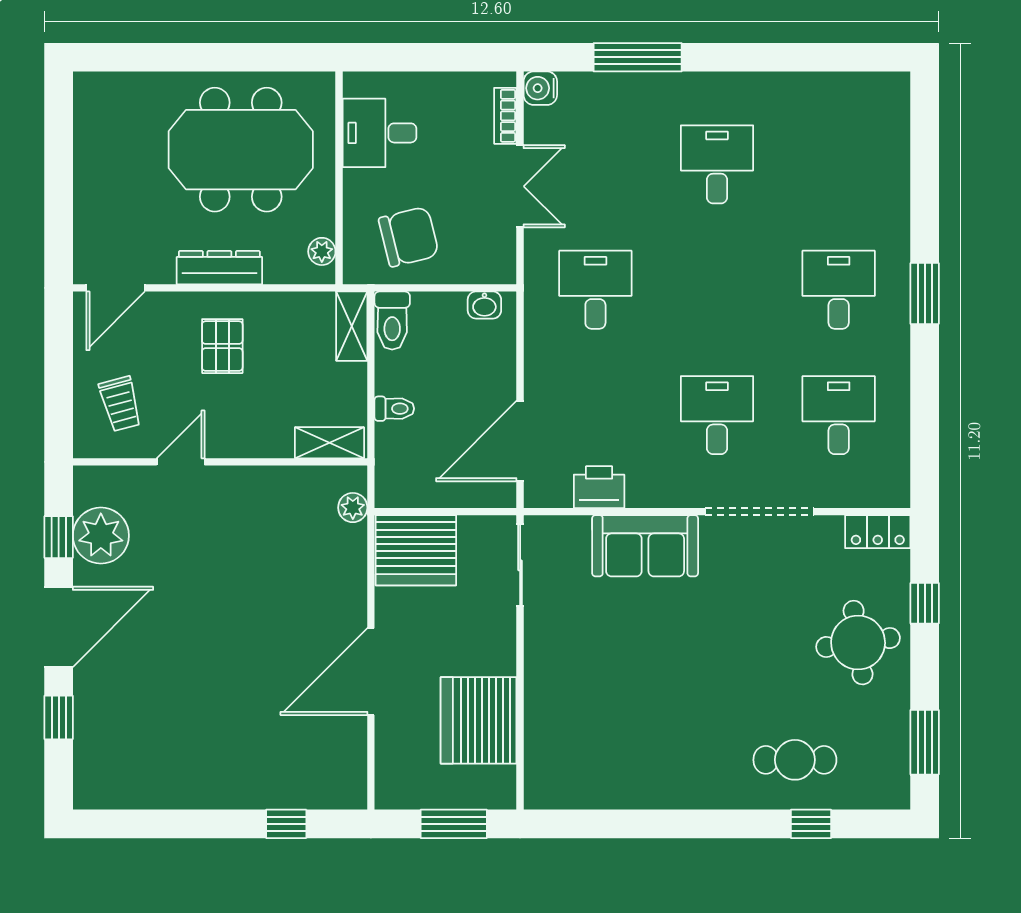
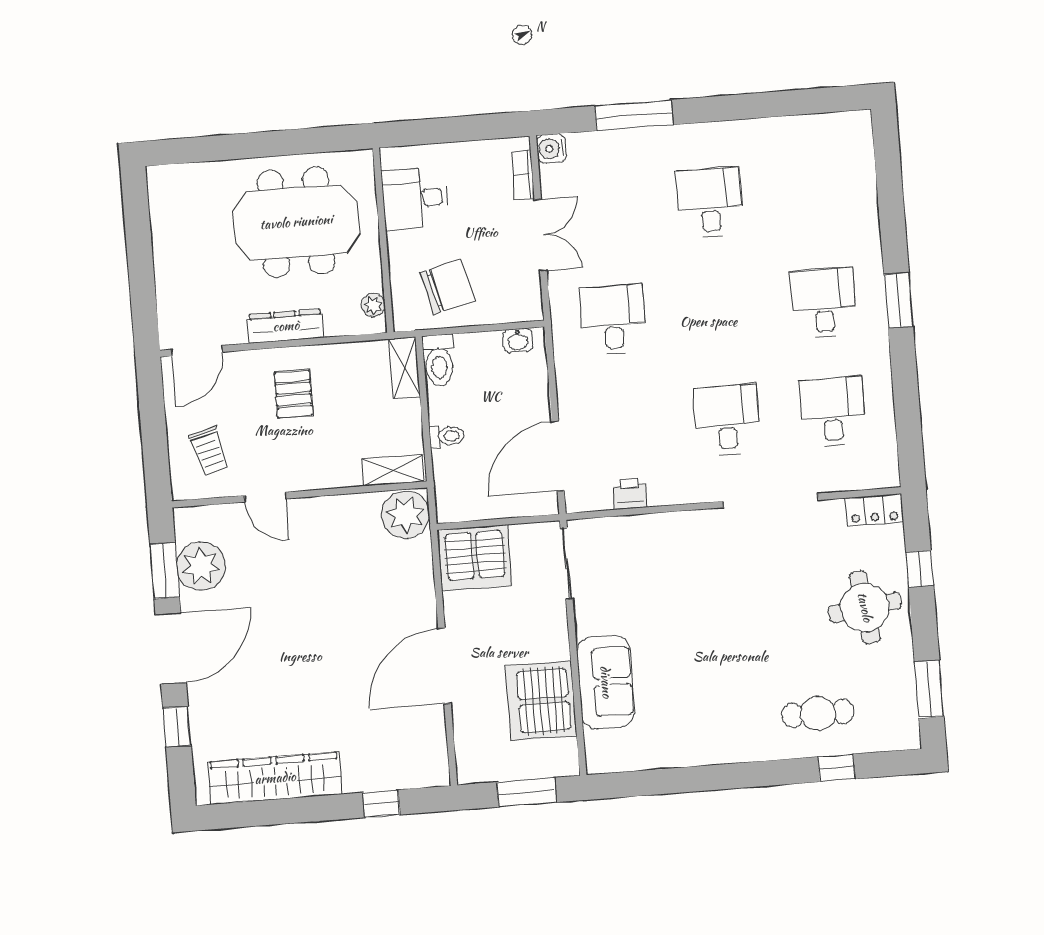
door: (181, 462) -> (265, 497), swing flipped
printer: (599, 487) -> (630, 494), width x0.73, depth x0.81
plant: (353, 508) -> (406, 515), width x1.88, depth x1.88
window: (59, 537) -> (165, 571), width x1.50
sofa: (645, 546) -> (606, 682), moved, turned -90
wardrobe: (166, 785) -> (275, 778), added

